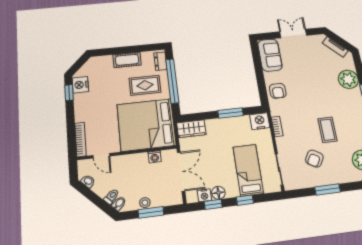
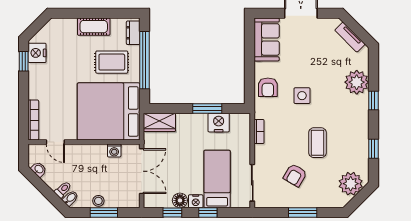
side table: (307, 94) -> (302, 96), added
nightstand: (260, 121) -> (219, 123), moved
nightstand: (204, 195) -> (196, 201), moved

